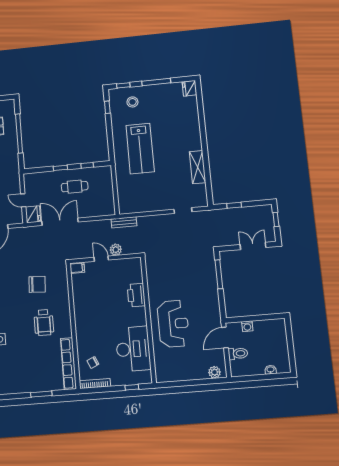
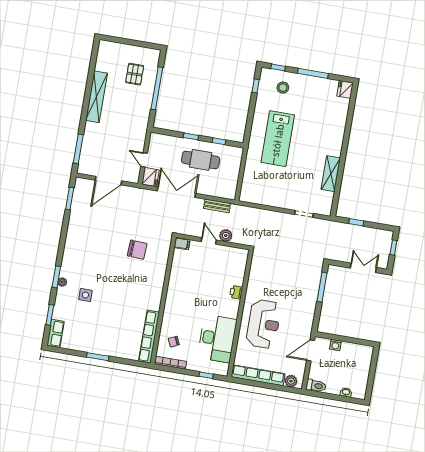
cafe table: (75, 187) -> (201, 160), width x1.37, depth x1.35
bench: (124, 222) -> (217, 206), moved
printer: (136, 295) -> (236, 292), width x0.53, depth x0.68
wheelchair: (44, 322) -> (134, 290), removed
toilet: (238, 354) -> (316, 386), moved
row of seats: (181, 375) -> (258, 375), added
window: (41, 394) -> (98, 357), moved

